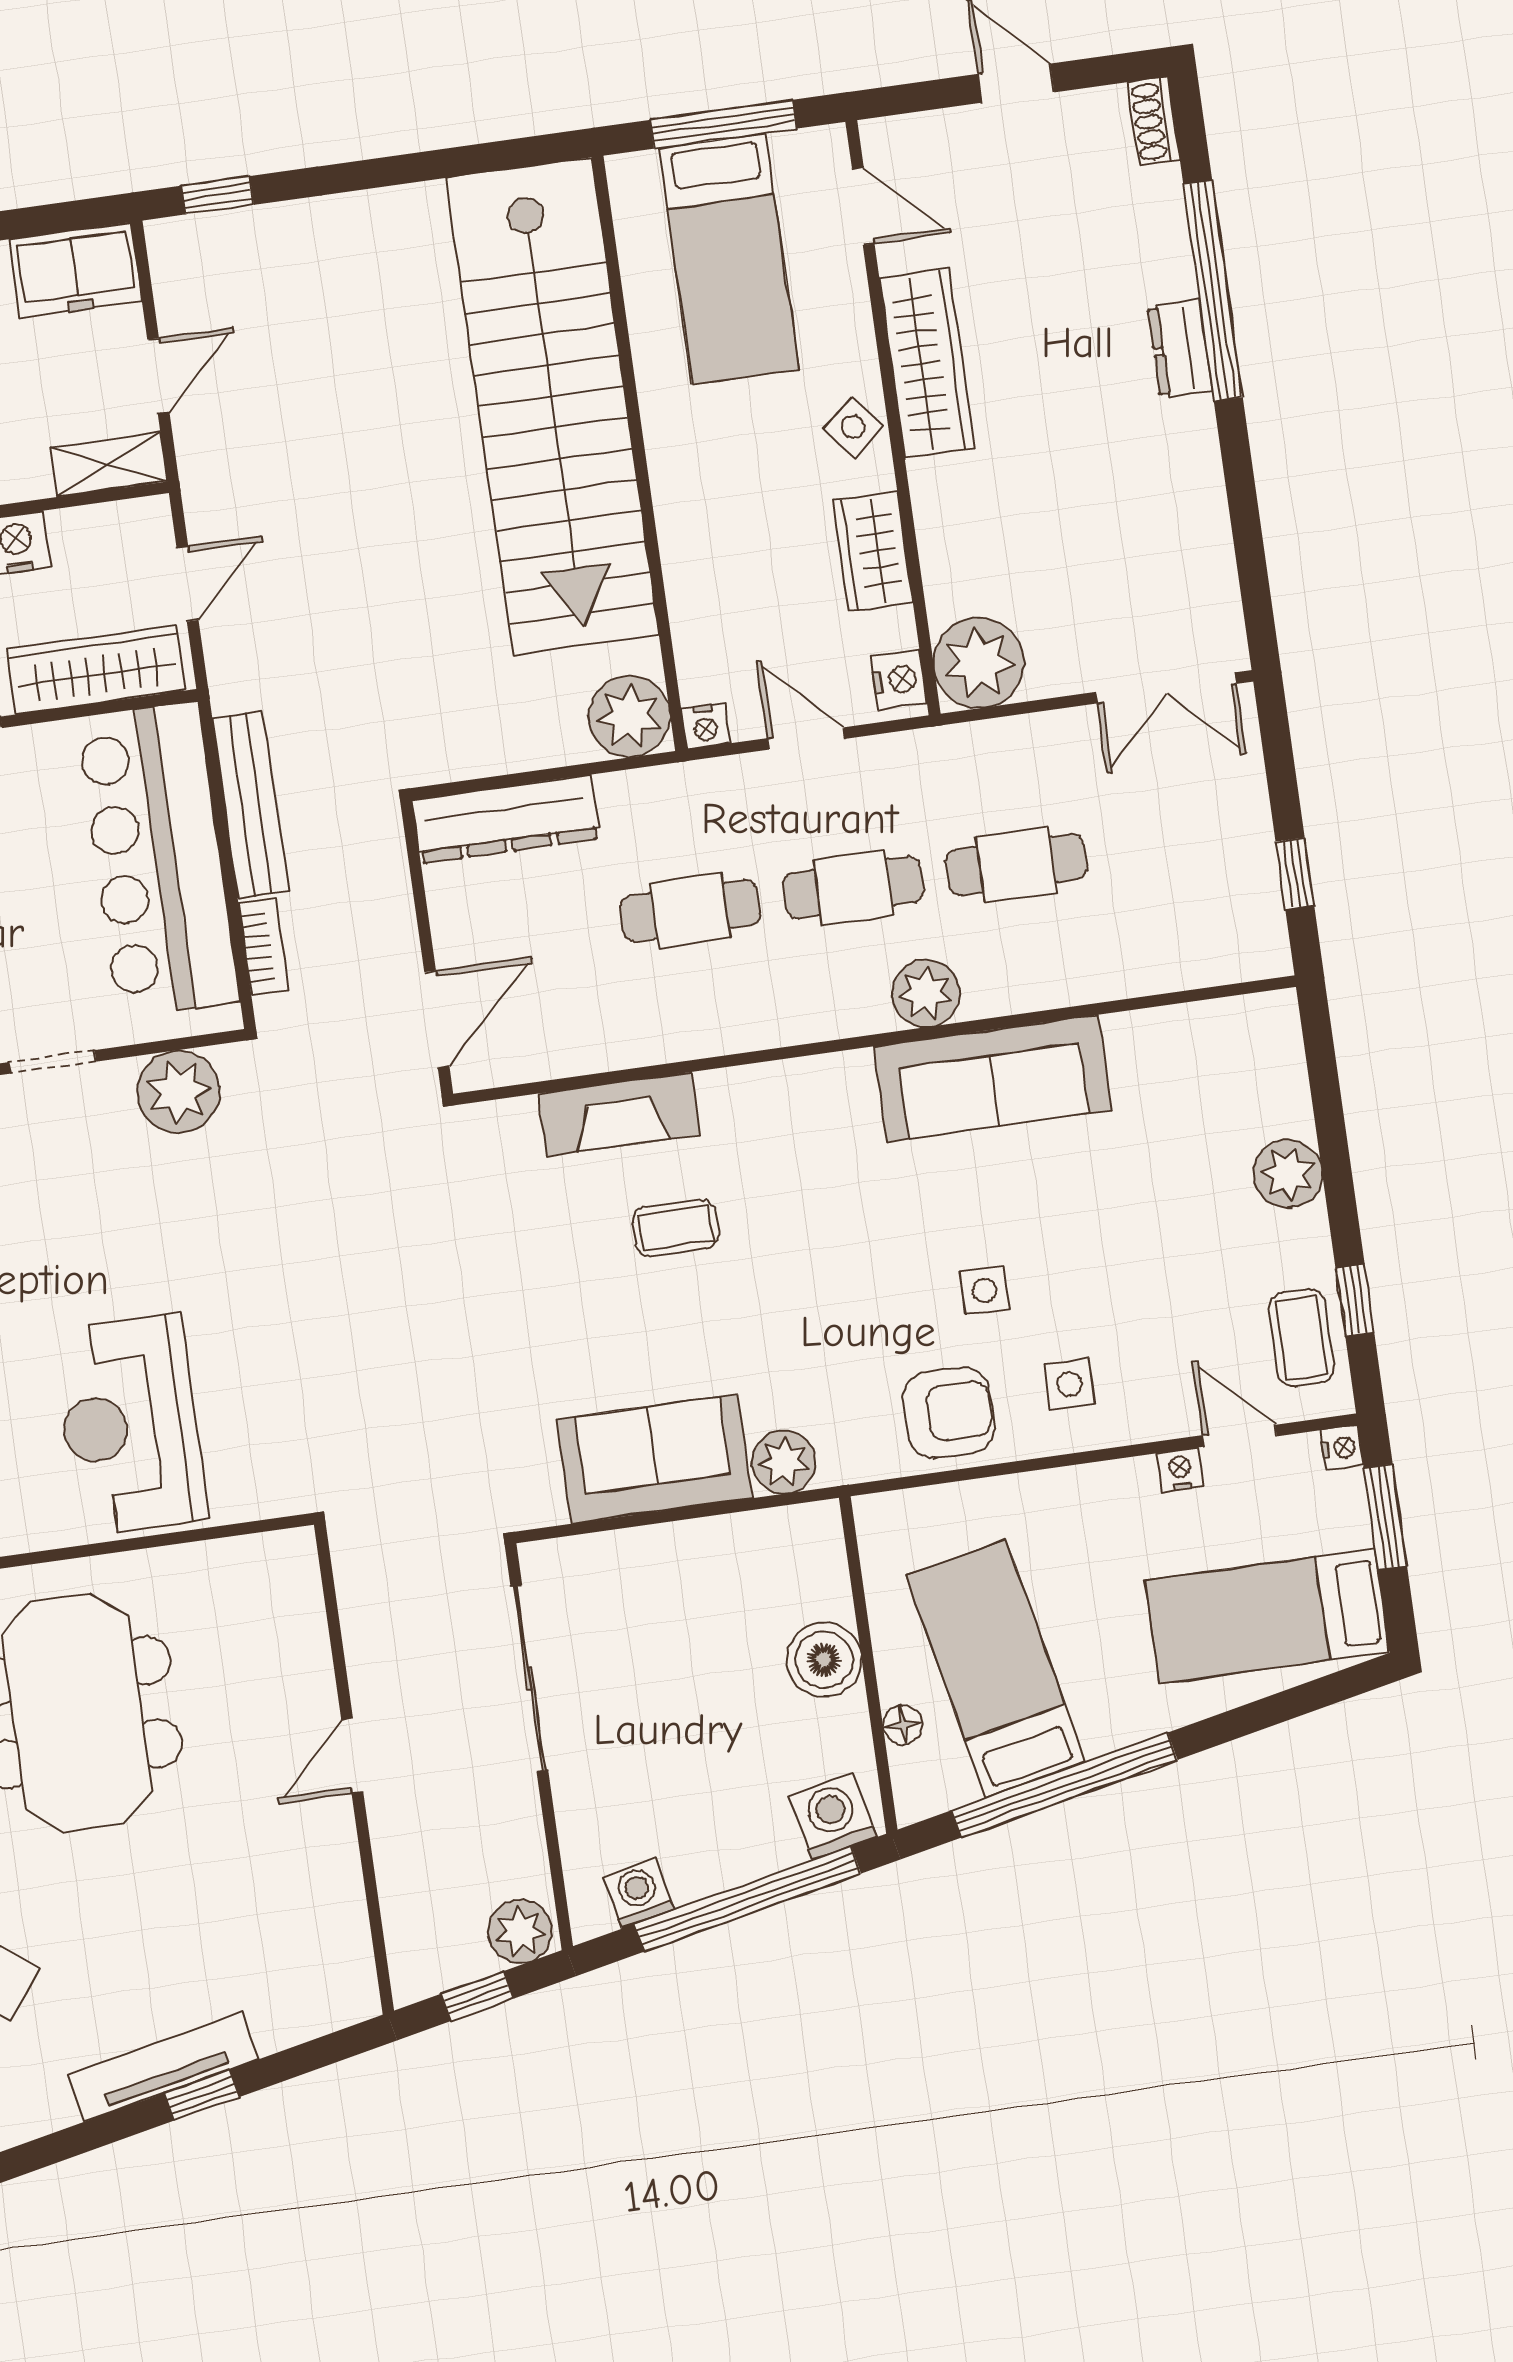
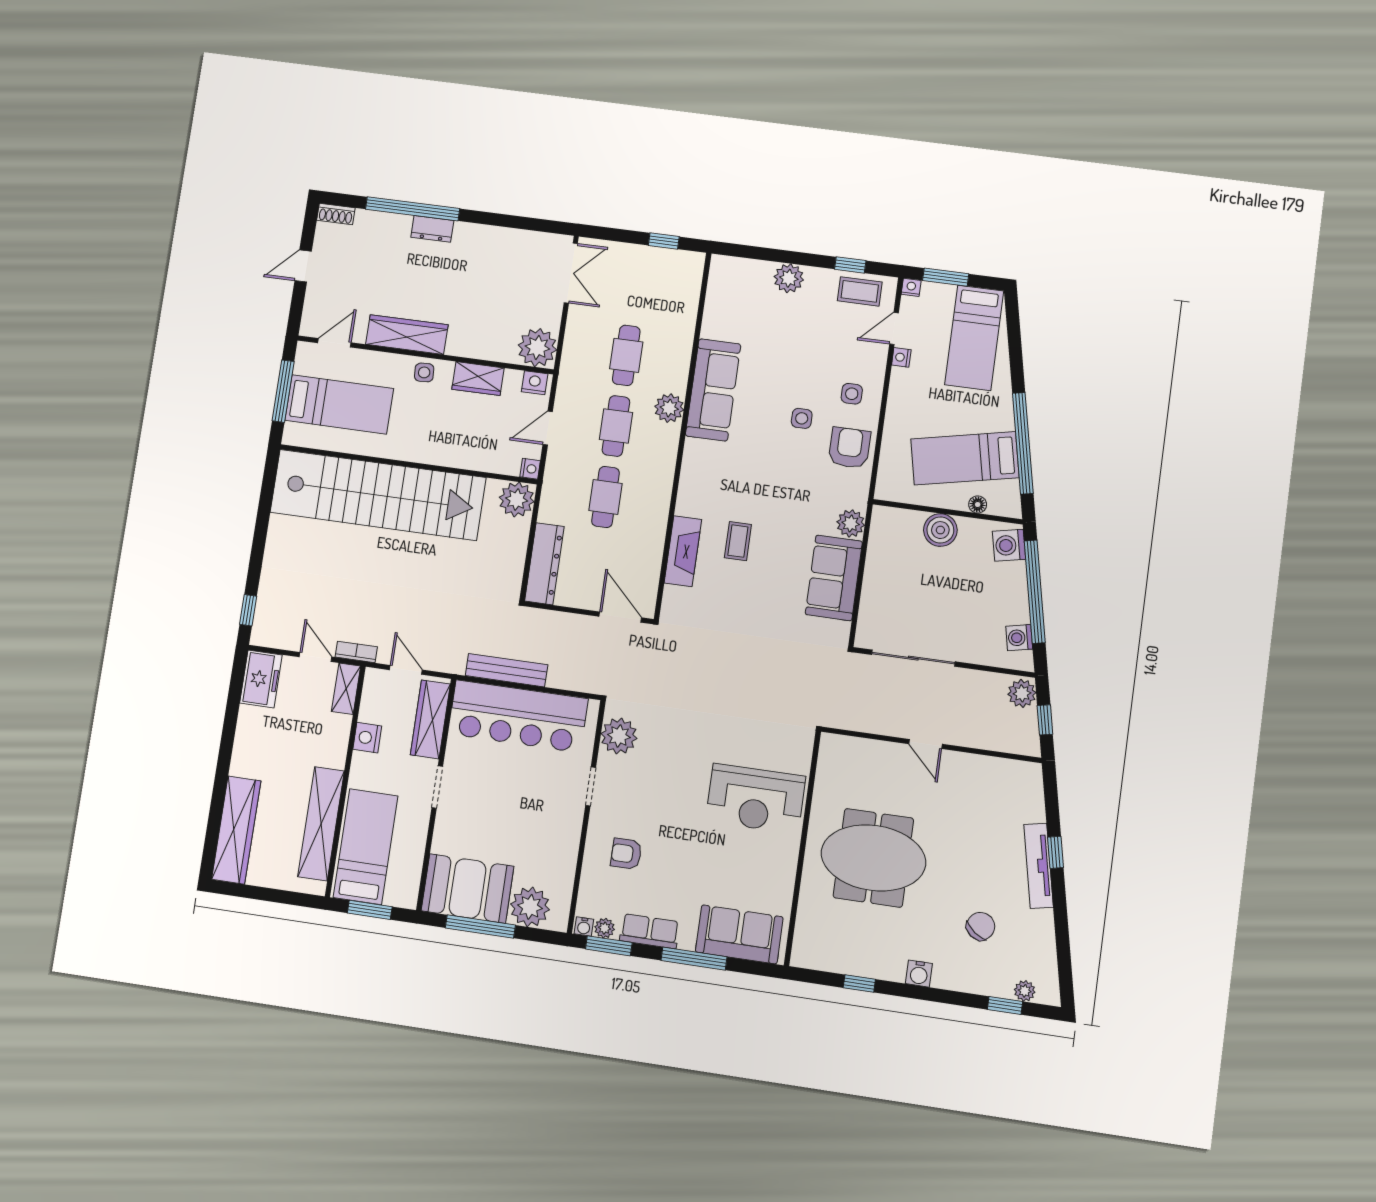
side table: (853, 427) -> (424, 372), turned 37
bookcase: (263, 946) -> (356, 652), moved

